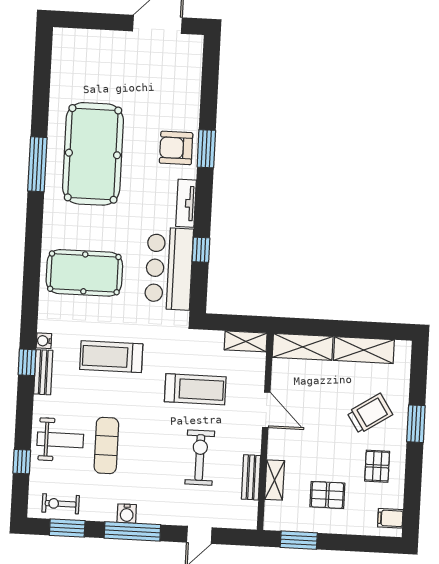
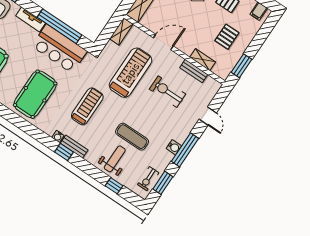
window: (201, 250) -> (60, 26), width x3.17
treadmill: (111, 357) -> (87, 106), turned 180
treadmill: (195, 389) -> (130, 73), width x1.37, depth x1.38

